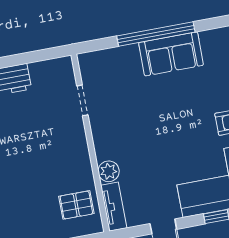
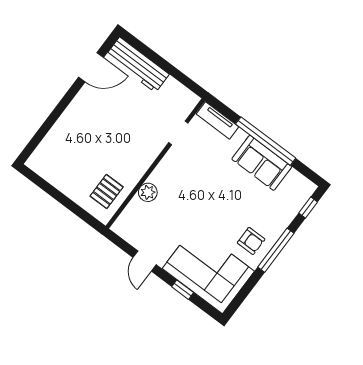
pallet: (76, 205) -> (107, 191), turned 90
tv unit: (114, 207) -> (218, 120), moved, turned 90

